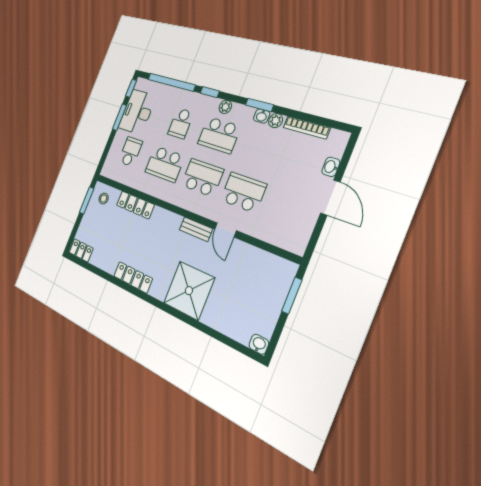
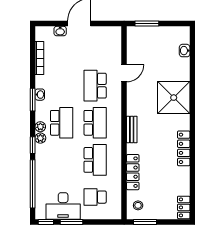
plant: (276, 121) -> (40, 138), moved
school desk: (181, 123) -> (62, 160), removed
school desk: (202, 178) -> (95, 123), turned 180
bench: (196, 229) -> (132, 129), moved
door: (225, 230) -> (124, 73), moved
washbasin: (259, 344) -> (185, 51), moved

